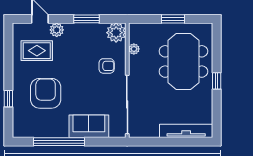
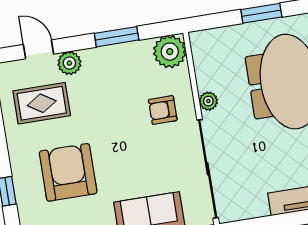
plant: (134, 49) -> (208, 101), moved
armchair: (107, 66) -> (163, 110), turned 180

